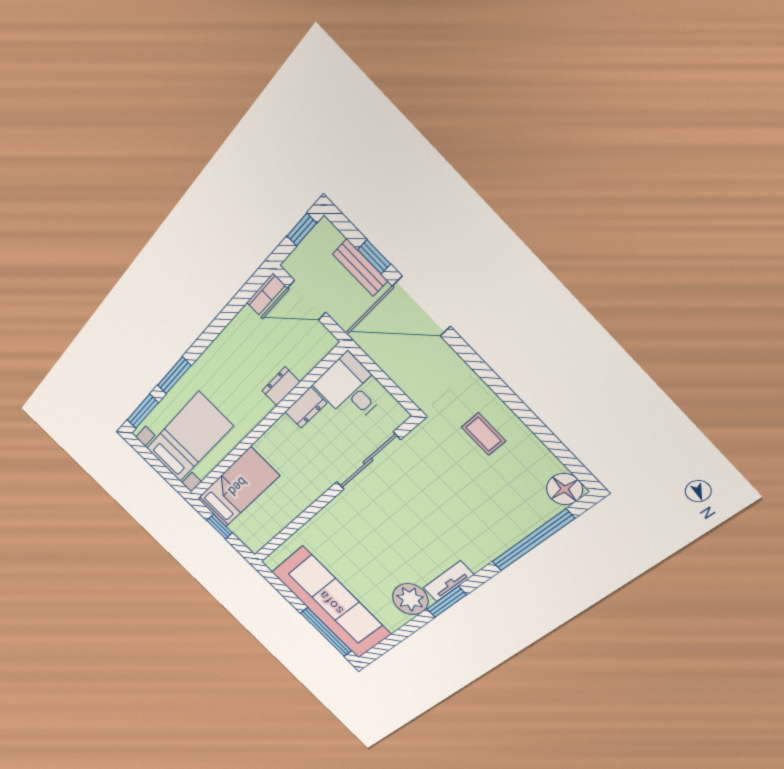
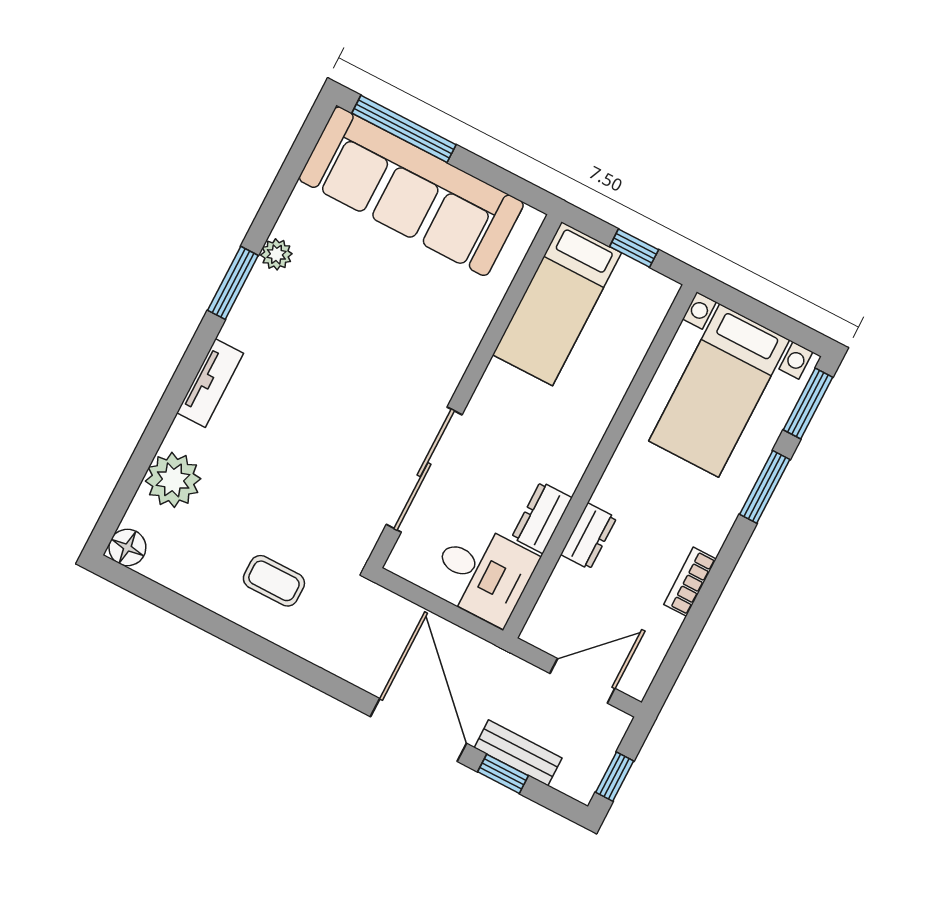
bookcase: (266, 294) -> (690, 582), moved
door: (421, 306) -> (419, 730), hinge flipped
bed: (238, 487) -> (557, 304), moved
floor lamp: (565, 489) -> (127, 547), width x0.73, depth x0.73
plant: (525, 516) -> (173, 480), added
window: (533, 540) -> (148, 446), removed
tv unit: (448, 581) -> (210, 383), moved
plant: (410, 599) -> (276, 254), width x0.53, depth x0.53

